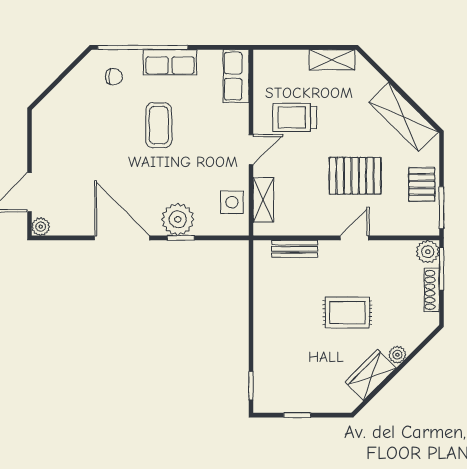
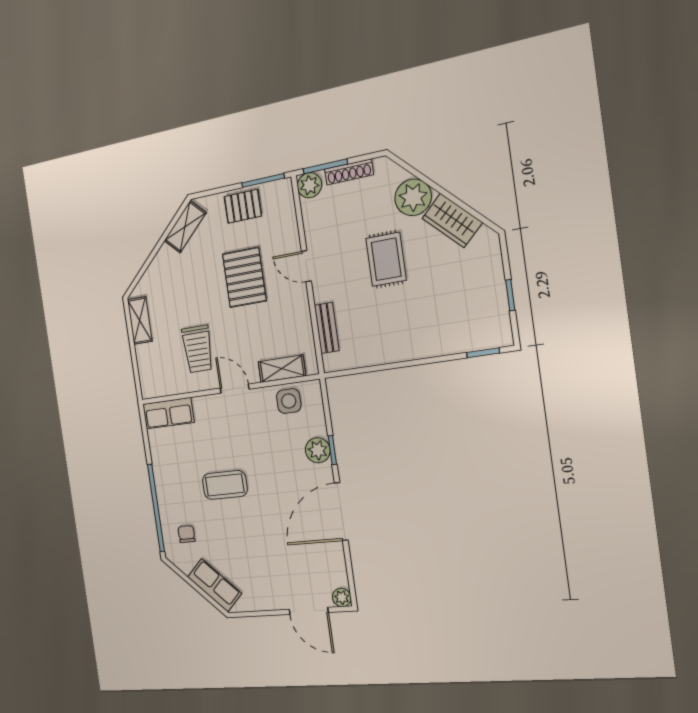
row of seats: (170, 62) -> (215, 585), moved, turned -45
shelving: (403, 117) -> (185, 227), width x0.67, depth x0.75
plant: (178, 219) -> (318, 450), width x0.73, depth x0.73
plant: (397, 355) -> (413, 197), width x1.88, depth x1.88

